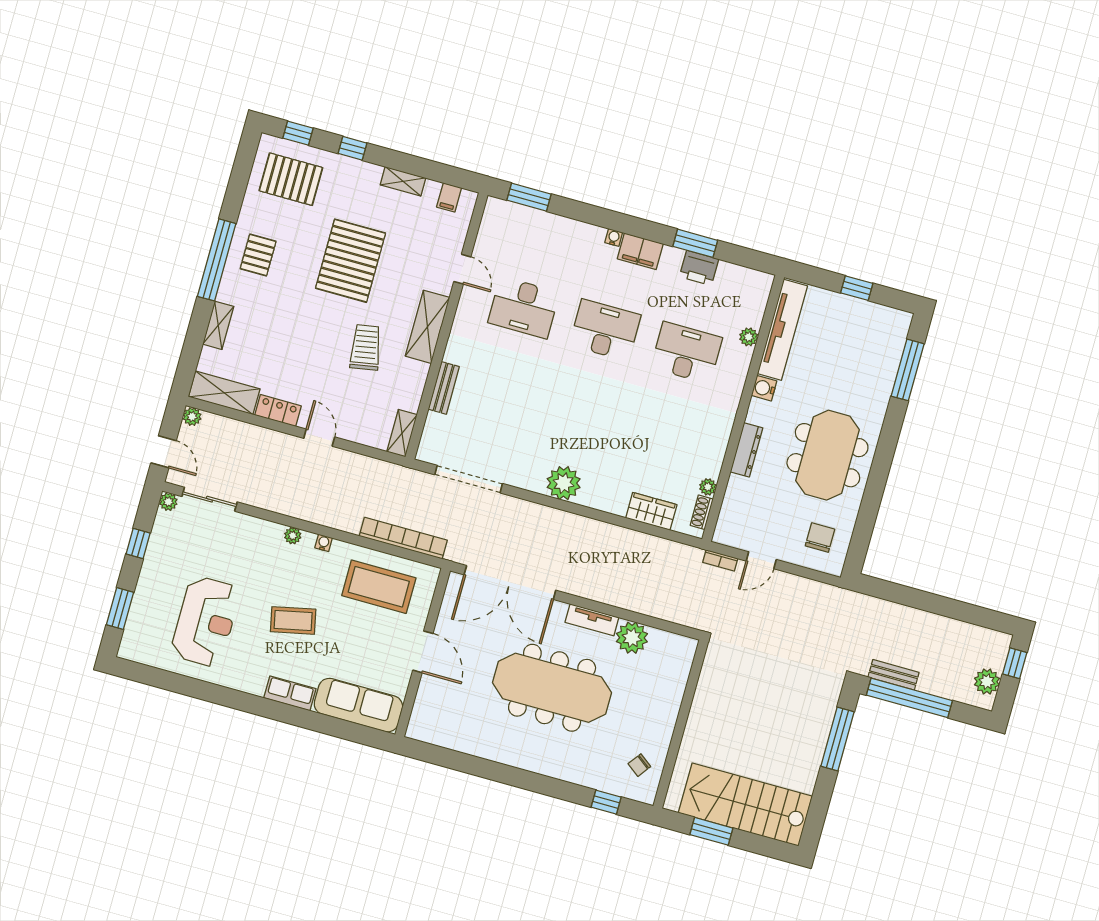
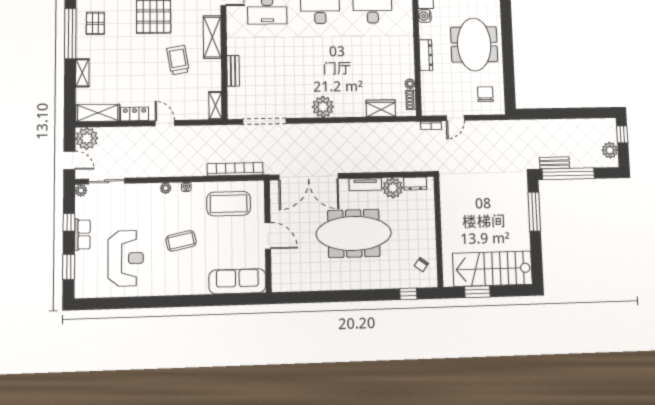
plant: (192, 417) -> (87, 138), width x1.87, depth x1.87
dresser: (668, 641) -> (415, 184), added
row of seats: (290, 693) -> (82, 235), moved, turned 90

